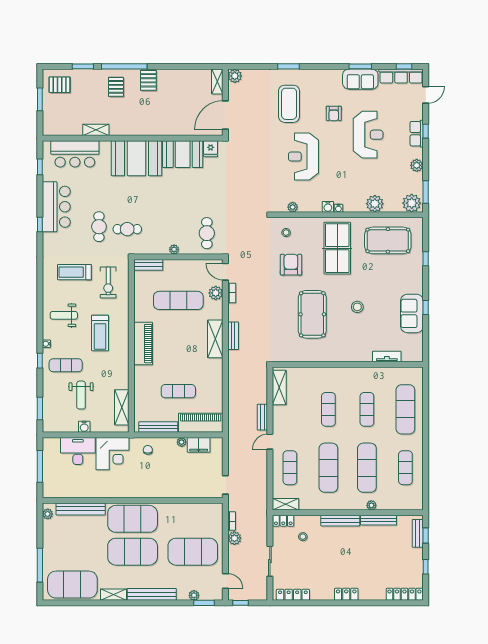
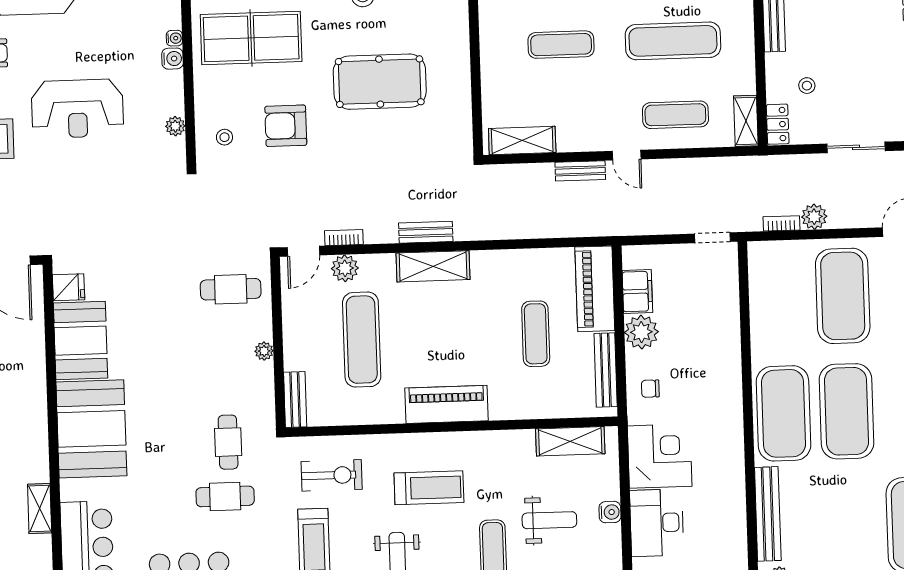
plant: (182, 442) -> (641, 332), width x1.88, depth x1.88

